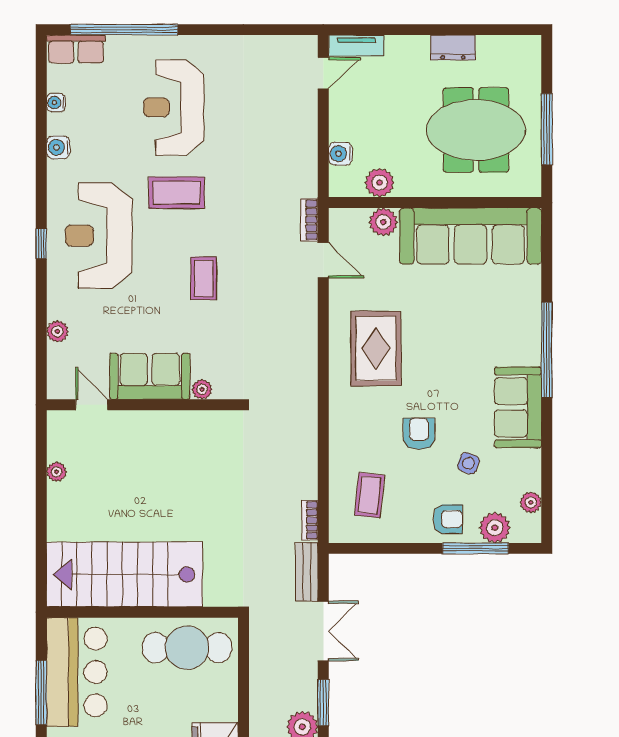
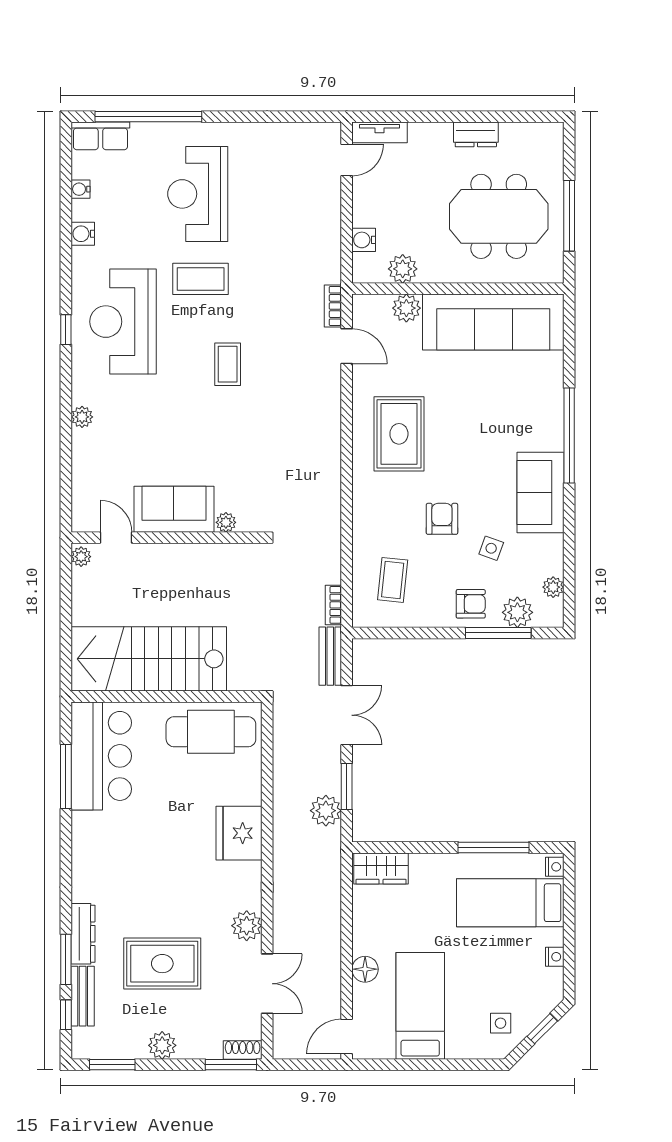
sofa: (150, 376) -> (174, 509), moved
plant: (202, 389) -> (226, 522), moved
door: (92, 405) -> (116, 538), moved
wall: (142, 405) -> (167, 538), moved

